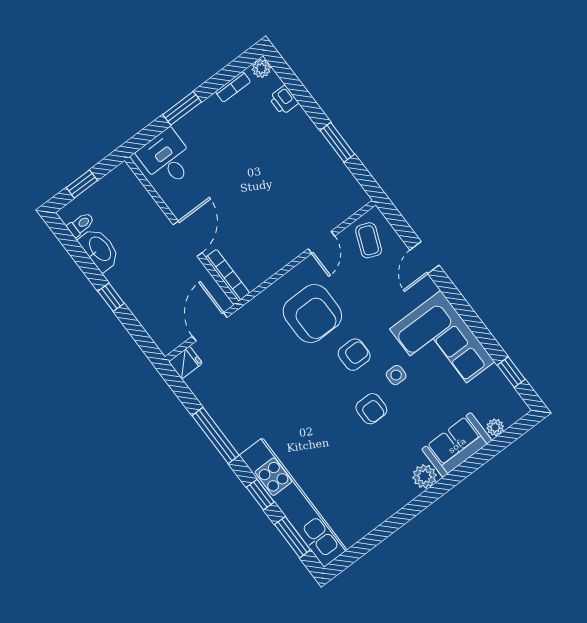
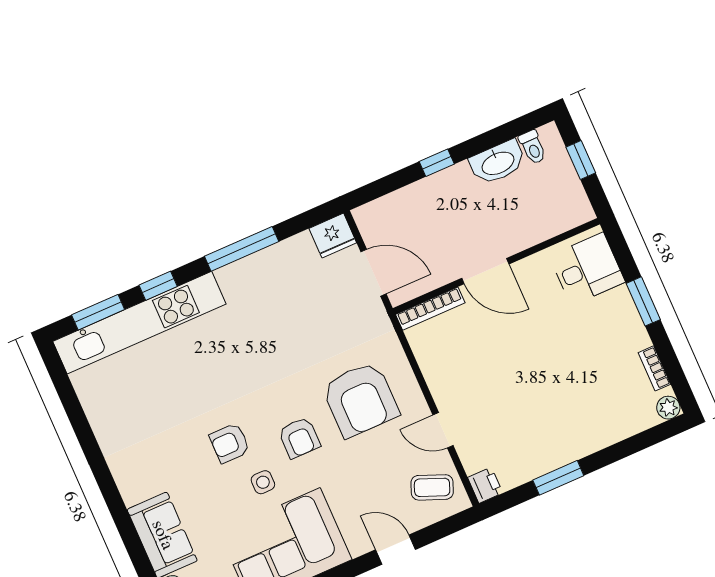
printer: (284, 100) -> (485, 485), moved, turned 90
armchair: (312, 314) -> (360, 399), turned -90
fridge: (185, 363) -> (333, 236), width x1.38
plant: (424, 476) -> (134, 488), removed

